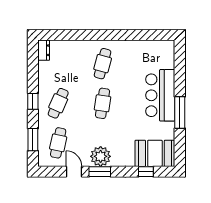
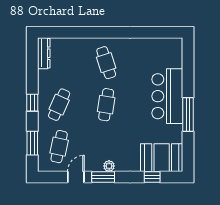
dresser: (44, 50) -> (44, 53), width x1.44
cafe table: (103, 64) -> (106, 63), turned -33
plant: (101, 156) -> (109, 166), width x0.53, depth x0.53
door: (74, 172) -> (76, 177), hinge flipped

